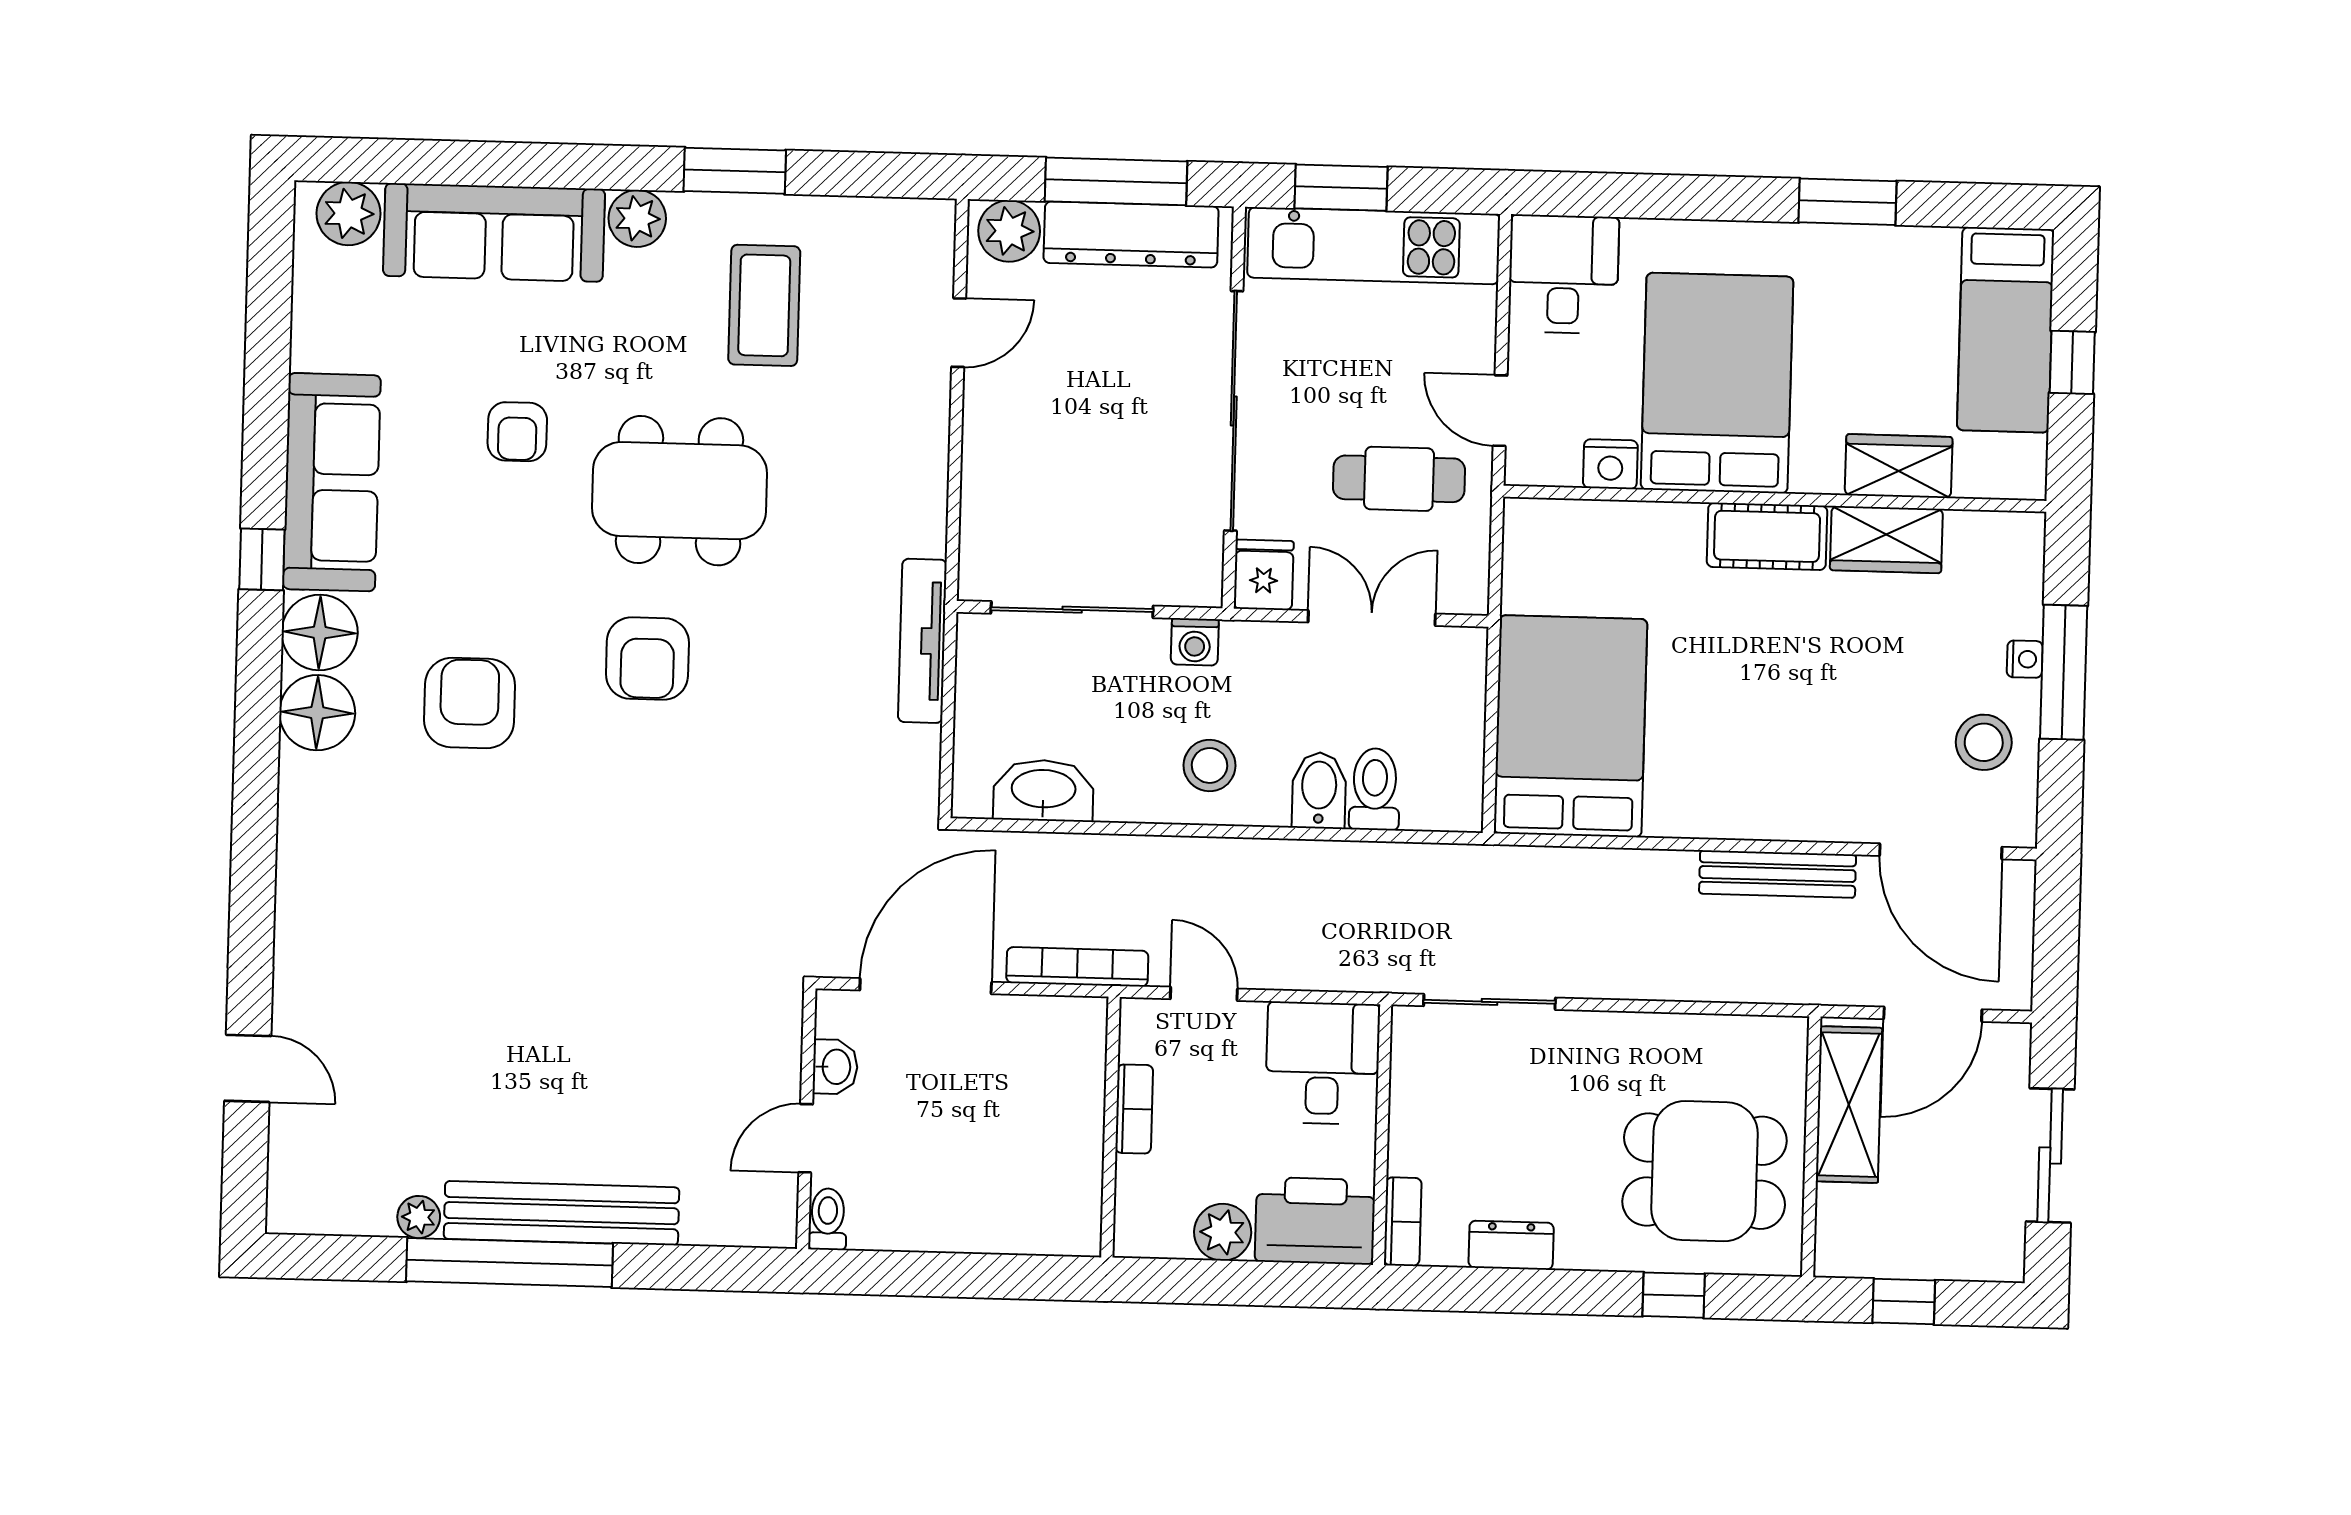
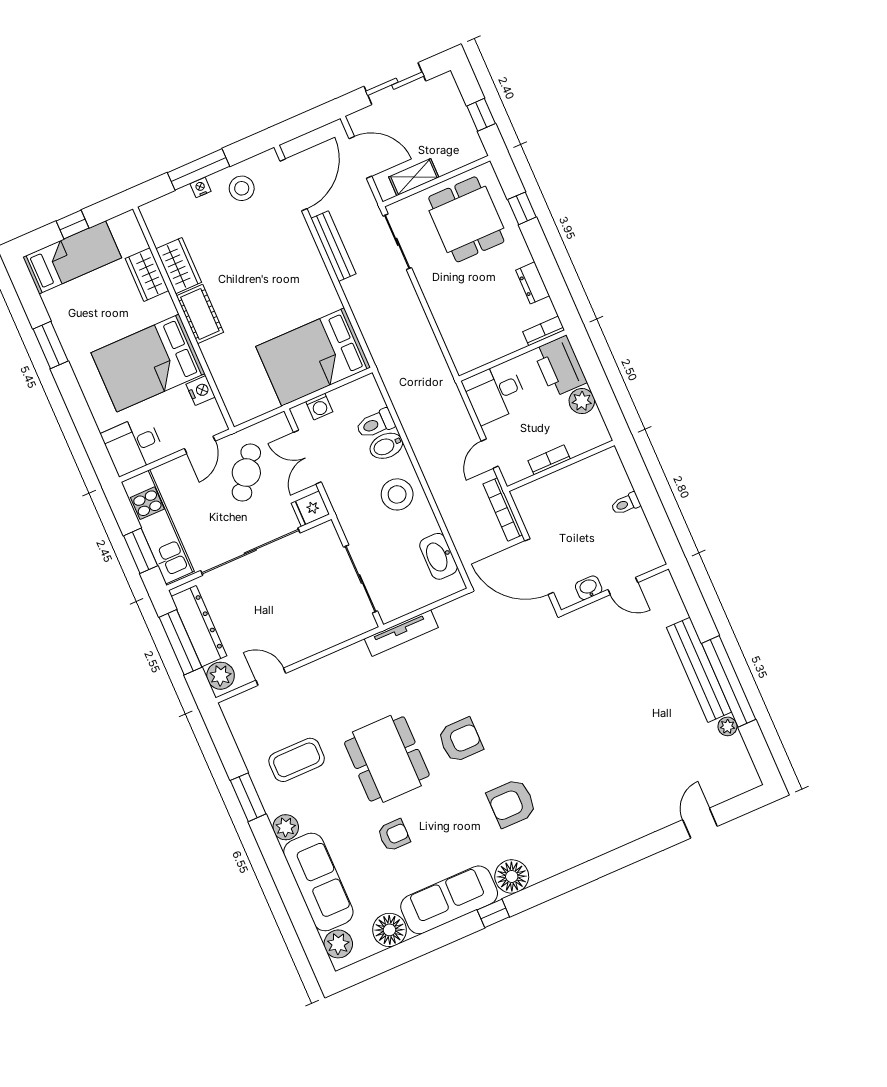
cafe table: (1399, 479) -> (246, 473), turned 36
washing machine: (1195, 642) -> (319, 407), moved, turned 90
floor lamp: (317, 713) -> (389, 930), moved
stool: (1209, 765) -> (397, 494), width x1.38, depth x1.38
sliding door: (1489, 1002) -> (397, 242), moved
shelving: (1849, 1105) -> (414, 177), width x0.67, depth x0.75
toilet: (828, 1219) -> (626, 504), moved

